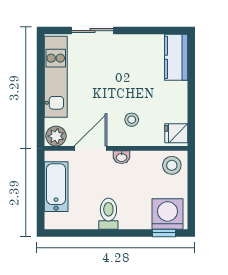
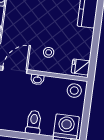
toilet: (108, 214) -> (34, 122), moved

